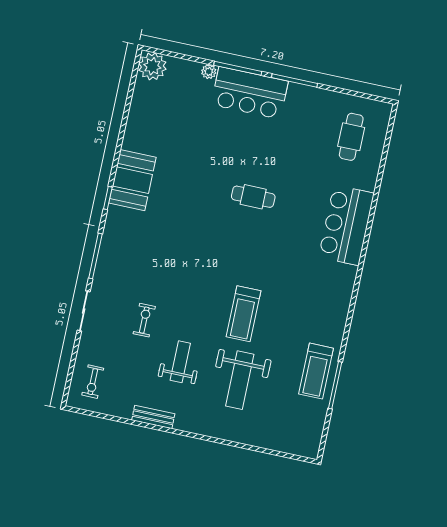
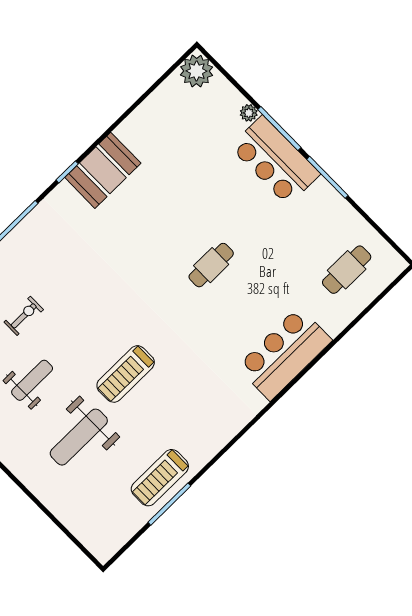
cafe table: (253, 197) -> (211, 265), turned 90

